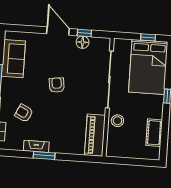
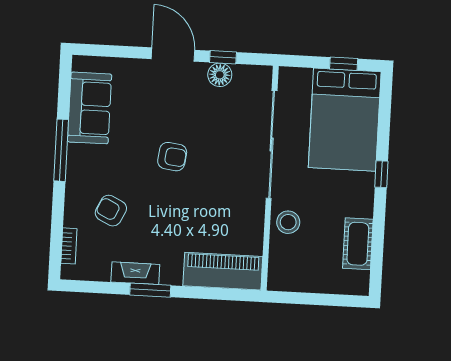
armchair: (57, 85) -> (172, 157), turned 104
piano: (95, 135) -> (223, 271), moved, turned 90

